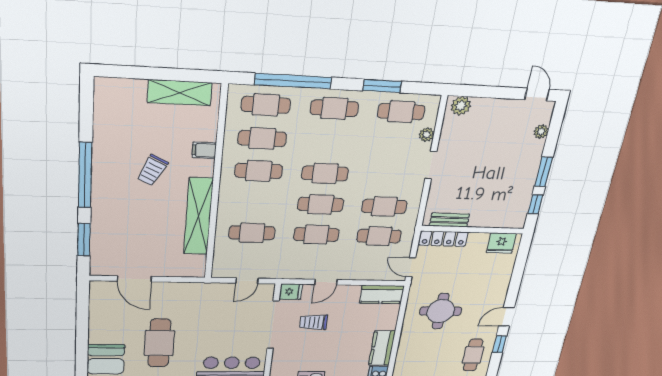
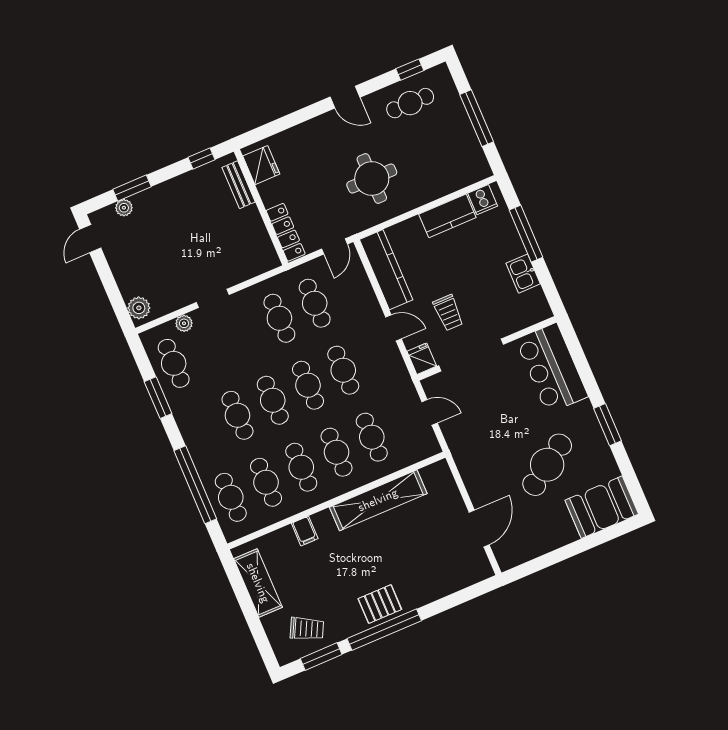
cafe table: (334, 108) -> (237, 415), moved
trolley: (152, 170) -> (307, 629), moved
window: (544, 172) -> (132, 188), moved
pallet: (109, 181) -> (380, 604), added
cafe table: (255, 202) -> (337, 452), added
bench: (449, 220) -> (239, 185), moved
window: (84, 240) -> (321, 656), moved
kitchen counter: (382, 294) -> (386, 270), width x1.50
cafe table: (159, 343) -> (547, 465), turned -34
window: (499, 344) -> (410, 70), moved

